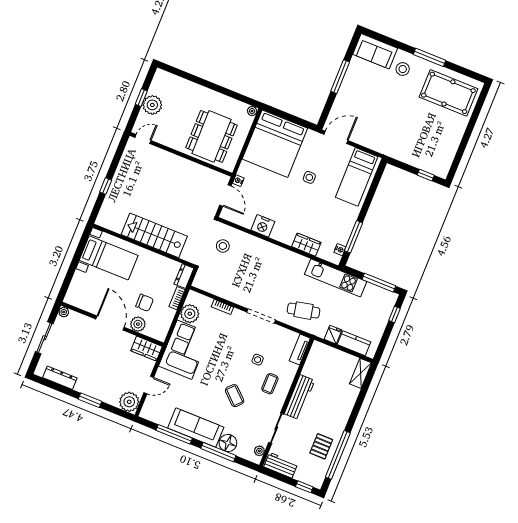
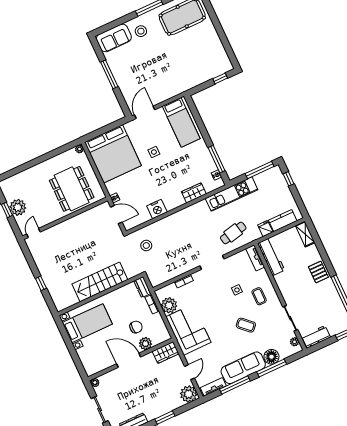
workbench: (299, 397) -> (271, 257), moved
tv unit: (155, 417) -> (213, 387), added
pallet: (321, 446) -> (318, 272), moved

